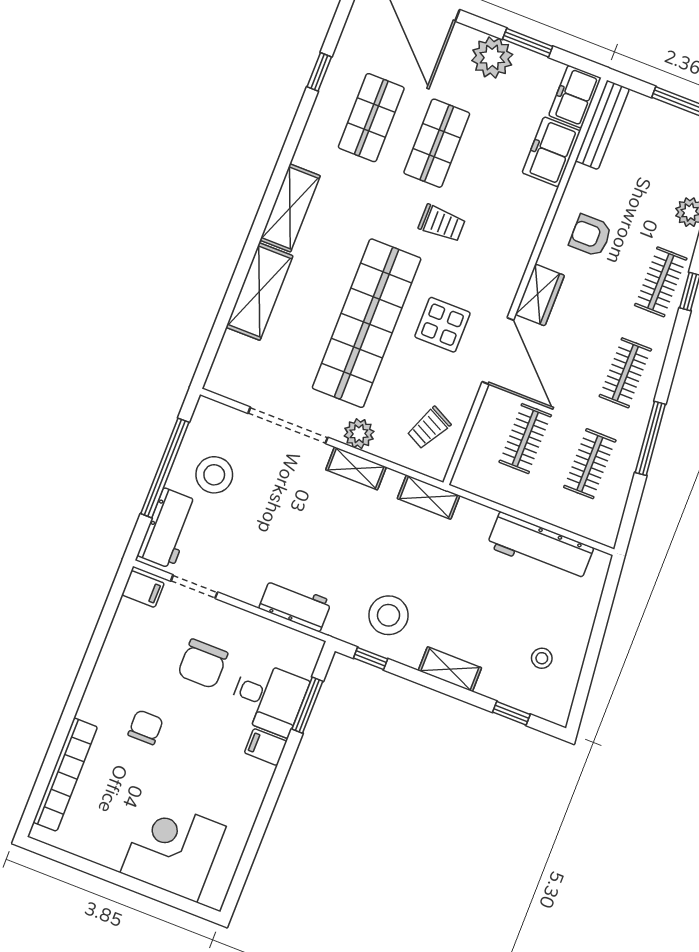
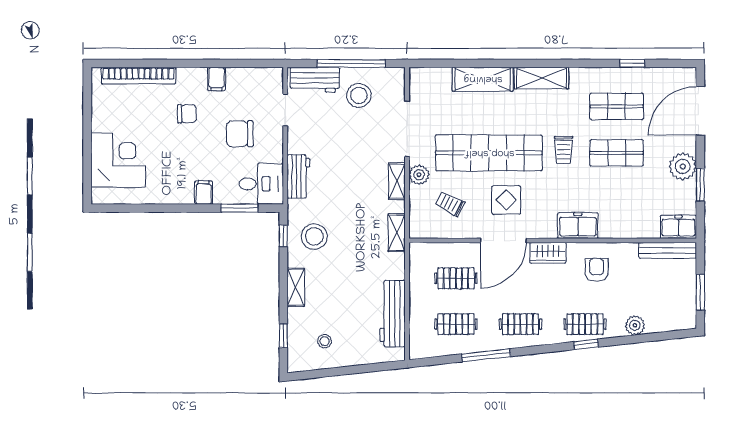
freezer: (551, 152) -> (578, 225), moved
trolley: (442, 223) -> (564, 150), moved
trolley: (429, 428) -> (450, 204), moved
filing cabinet: (143, 589) -> (217, 79), moved
desk: (268, 698) -> (261, 184), moved, turned -90

